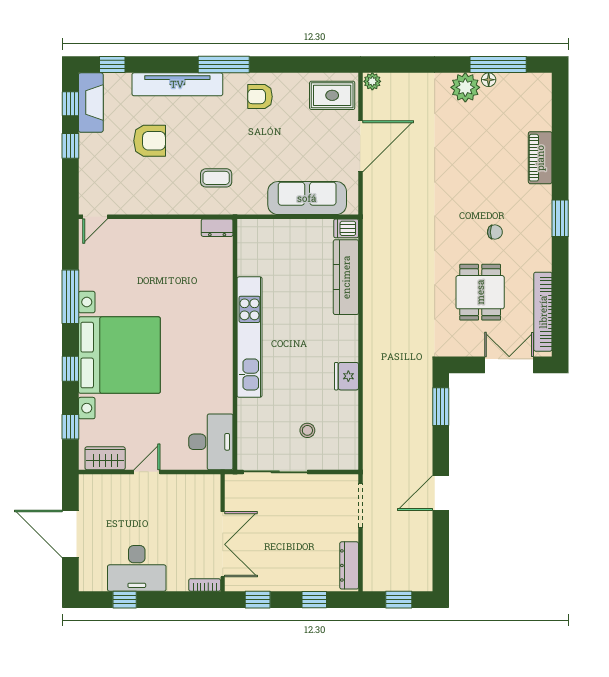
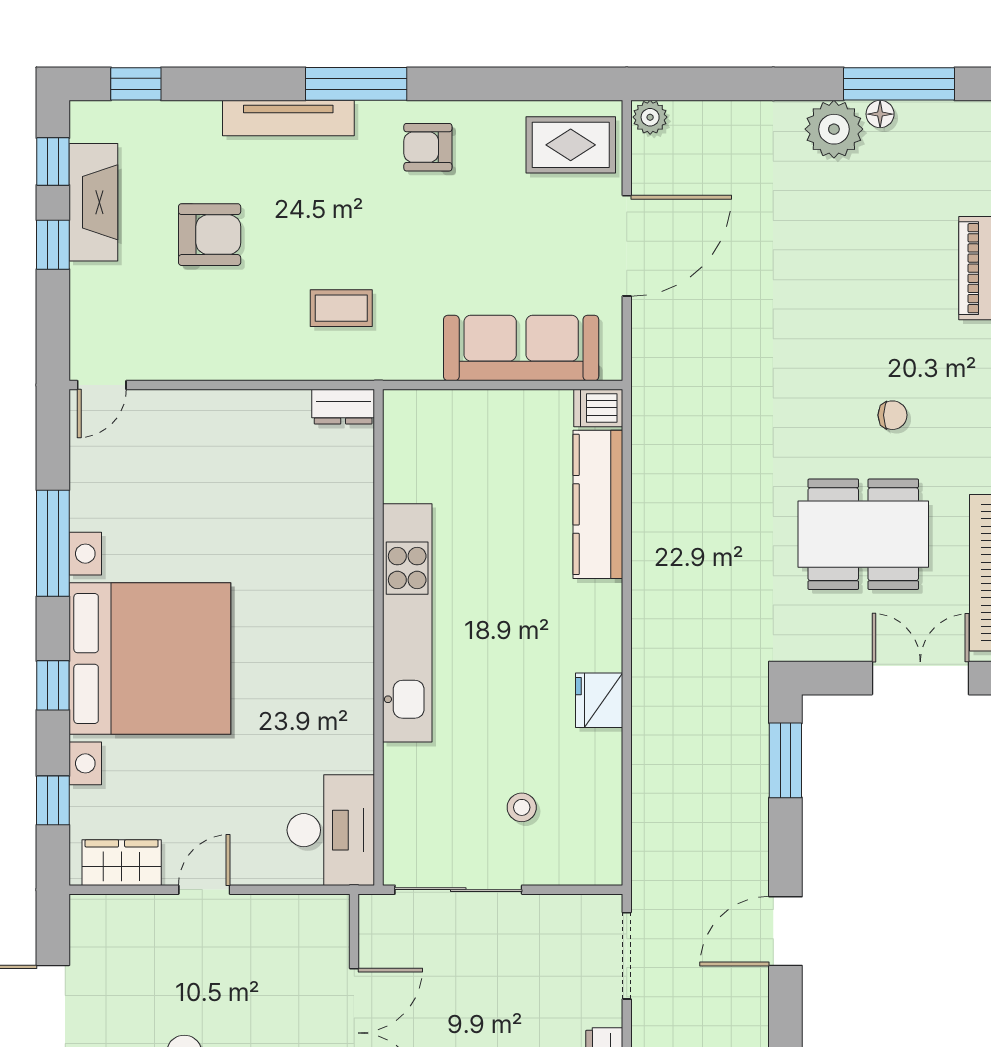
tv unit: (177, 84) -> (288, 118), width x0.73, depth x0.78
fireplace: (91, 103) -> (93, 202), moved
dining table: (480, 292) -> (863, 534), width x1.38

